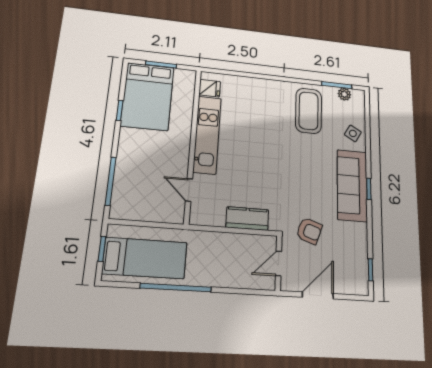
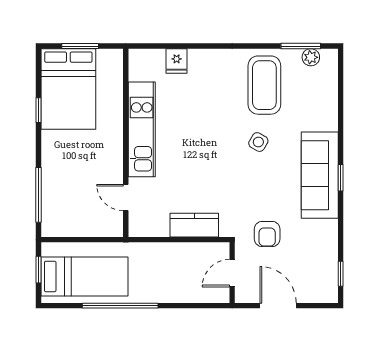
fridge: (210, 88) -> (177, 61), moved, turned 90
side table: (353, 133) -> (258, 142), moved
armchair: (309, 231) -> (267, 234), turned 71
door: (318, 295) -> (278, 306), hinge flipped

